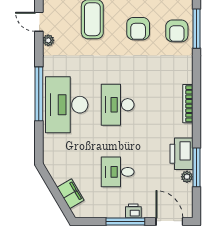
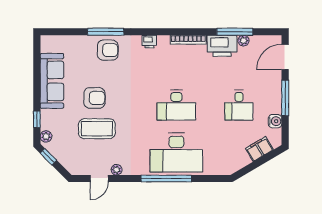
armchair: (138, 29) -> (94, 98), moved
bookcase: (188, 104) -> (188, 40), moved
water cooler: (100, 211) -> (275, 121), added
printer: (133, 211) -> (149, 42), moved, turned -90

